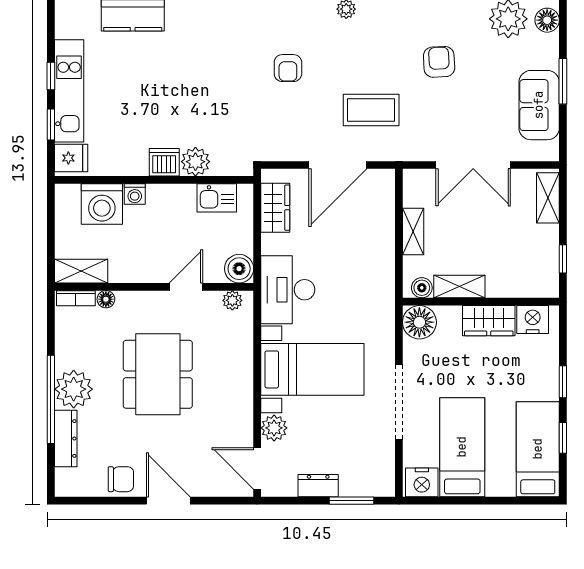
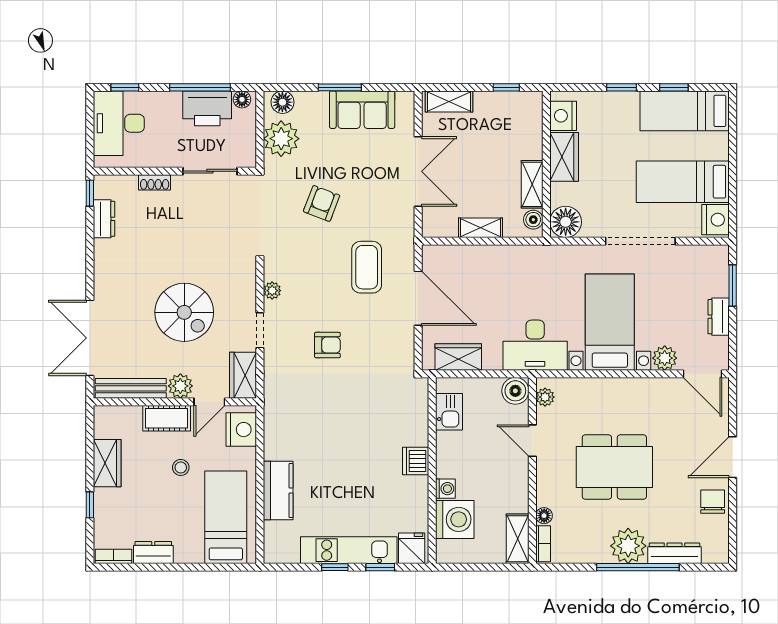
armchair: (439, 62) -> (322, 203), turned 114
plant: (195, 162) -> (415, 432), removed
door: (257, 468) -> (702, 374), hinge flipped

